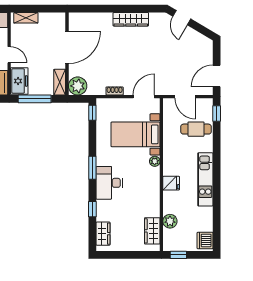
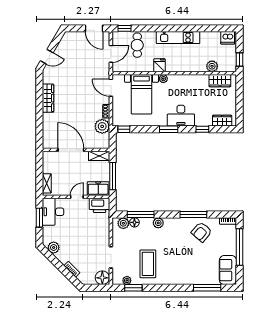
plant: (78, 86) -> (102, 126), moved
fridge: (171, 183) -> (160, 65), moved

